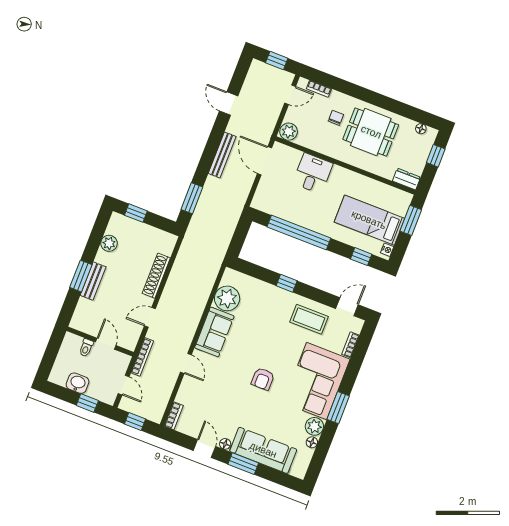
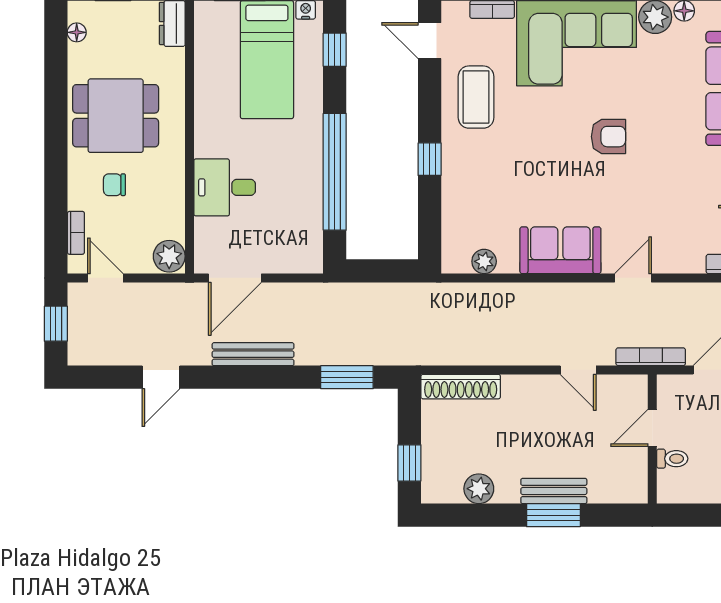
dining table: (371, 132) -> (116, 116), turned 90
shoe rack: (156, 276) -> (461, 387), moved
plant: (227, 298) -> (484, 261), width x0.53, depth x0.53

